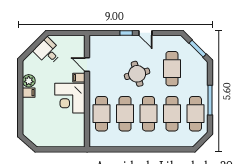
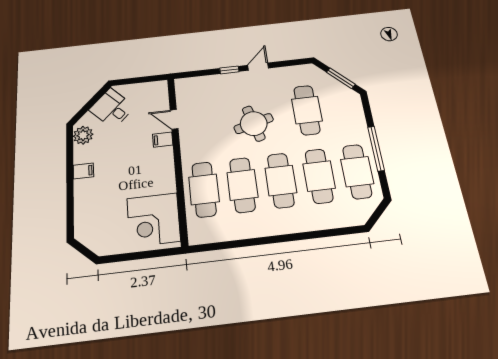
door: (145, 33) -> (258, 67), swing flipped
plant: (29, 81) -> (83, 135), moved
corner desk: (70, 98) -> (153, 220), moved

